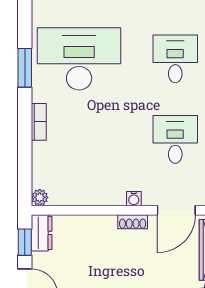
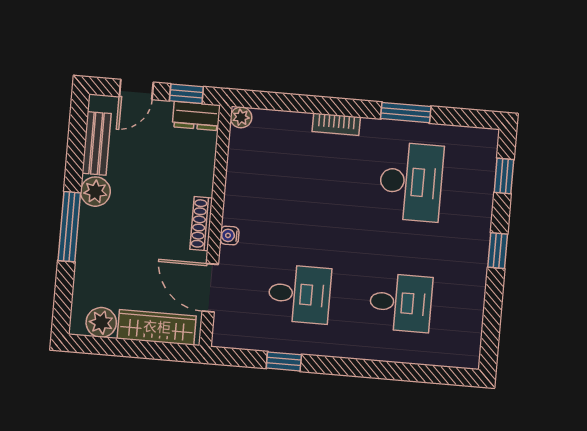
desk: (79, 59) -> (411, 182), width x0.73, depth x0.77
shoe rack: (133, 222) -> (201, 224), width x1.43

